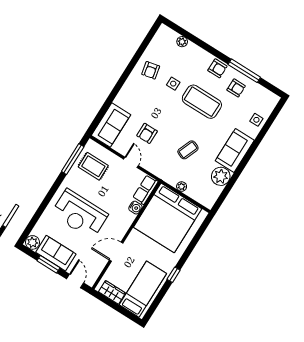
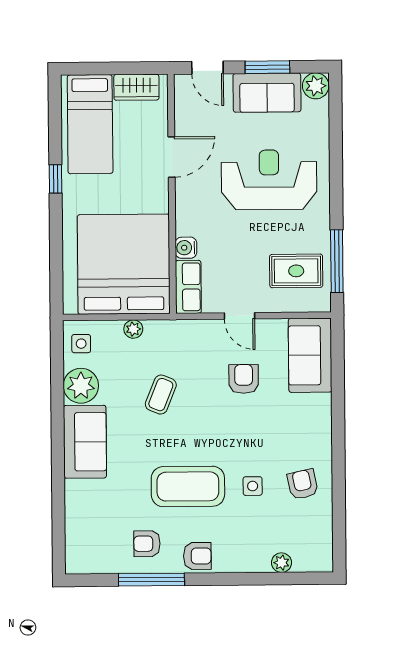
armchair: (217, 68) -> (197, 556), turned 180
side table: (256, 120) -> (81, 344), moved

